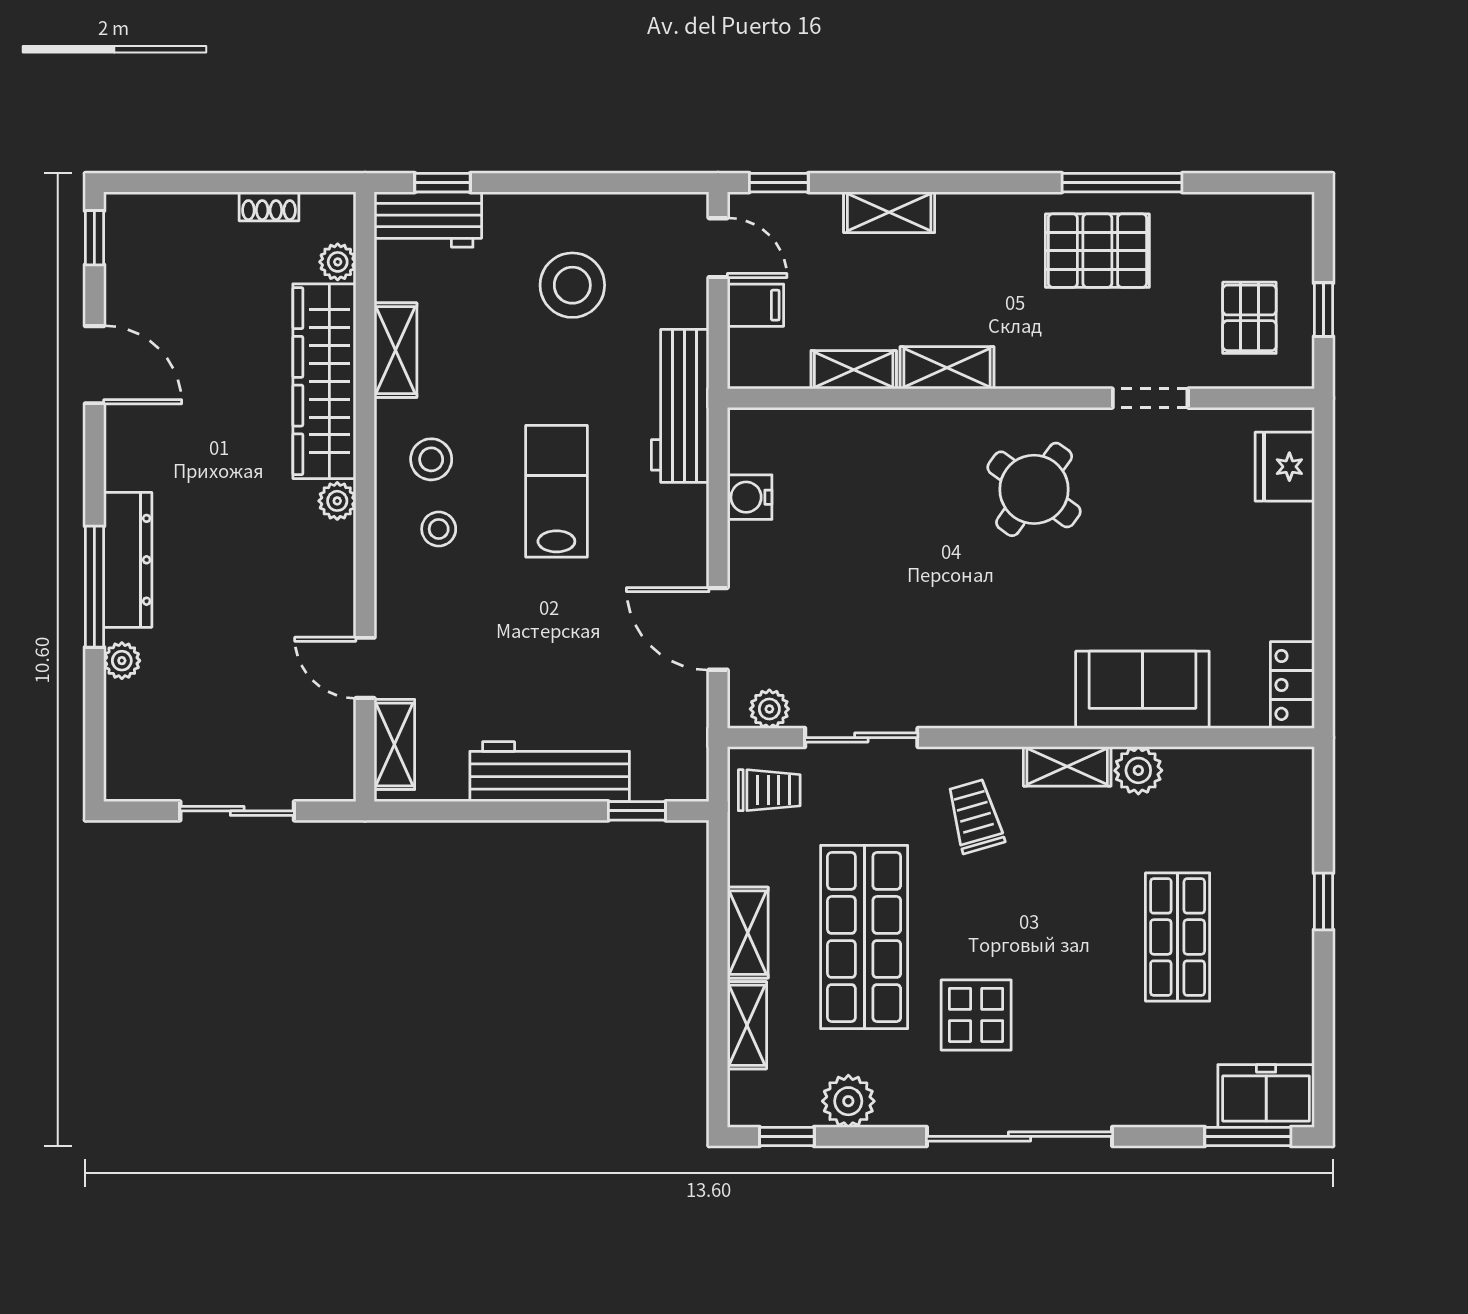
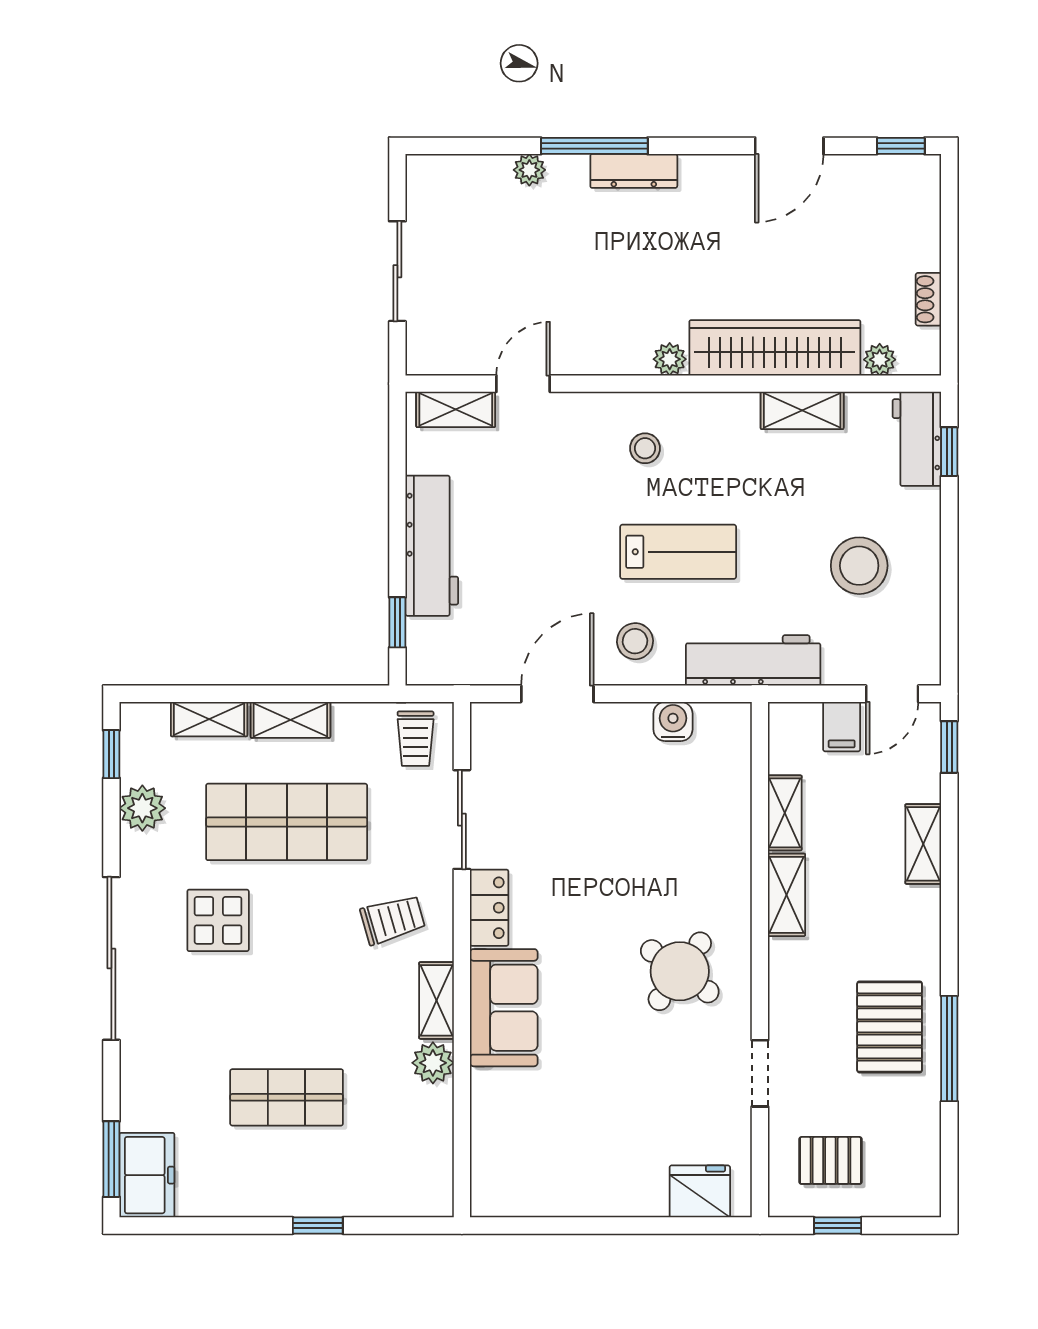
stool: (431, 459) -> (635, 641), moved
dresser: (128, 560) -> (634, 171), width x0.73, depth x0.80
locker: (1292, 685) -> (489, 908), moved, turned 90
sofa: (1142, 690) -> (504, 1008), moved
plant: (769, 709) -> (487, 739), removed

